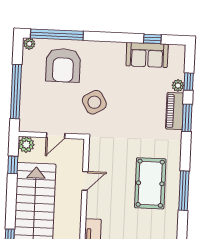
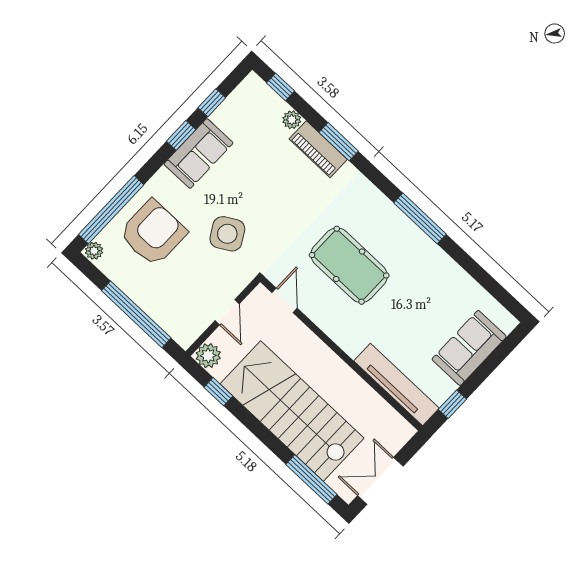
window: (123, 38) -> (181, 135), added
sofa: (147, 55) -> (198, 153), moved
armchair: (63, 65) -> (153, 233), turned -90
window: (189, 82) -> (280, 87), moved
door: (85, 181) -> (285, 300), moved
pool table: (150, 183) -> (349, 265), moved

